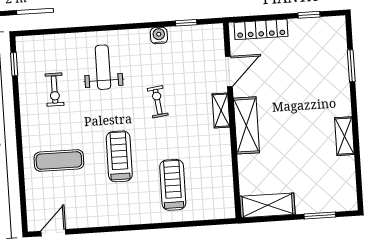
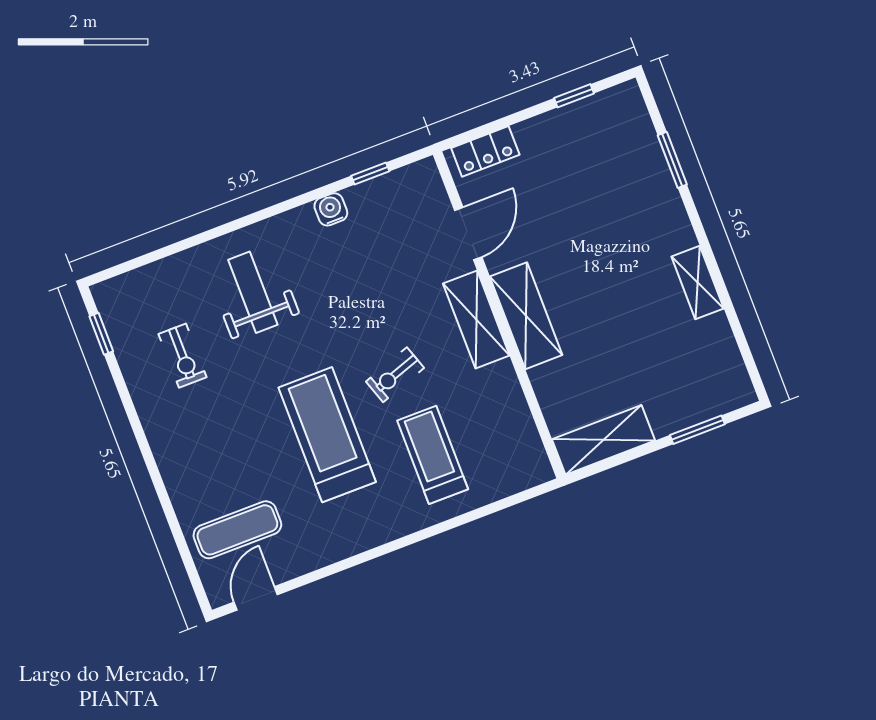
locker: (261, 29) -> (485, 151), width x0.66
exercise bike: (158, 102) -> (395, 375), moved, turned -102
shelving: (221, 110) -> (476, 320), width x1.50, depth x1.33
treadmill: (119, 156) -> (327, 435), width x1.37, depth x1.38
exercise mat: (59, 161) -> (237, 530), moved

